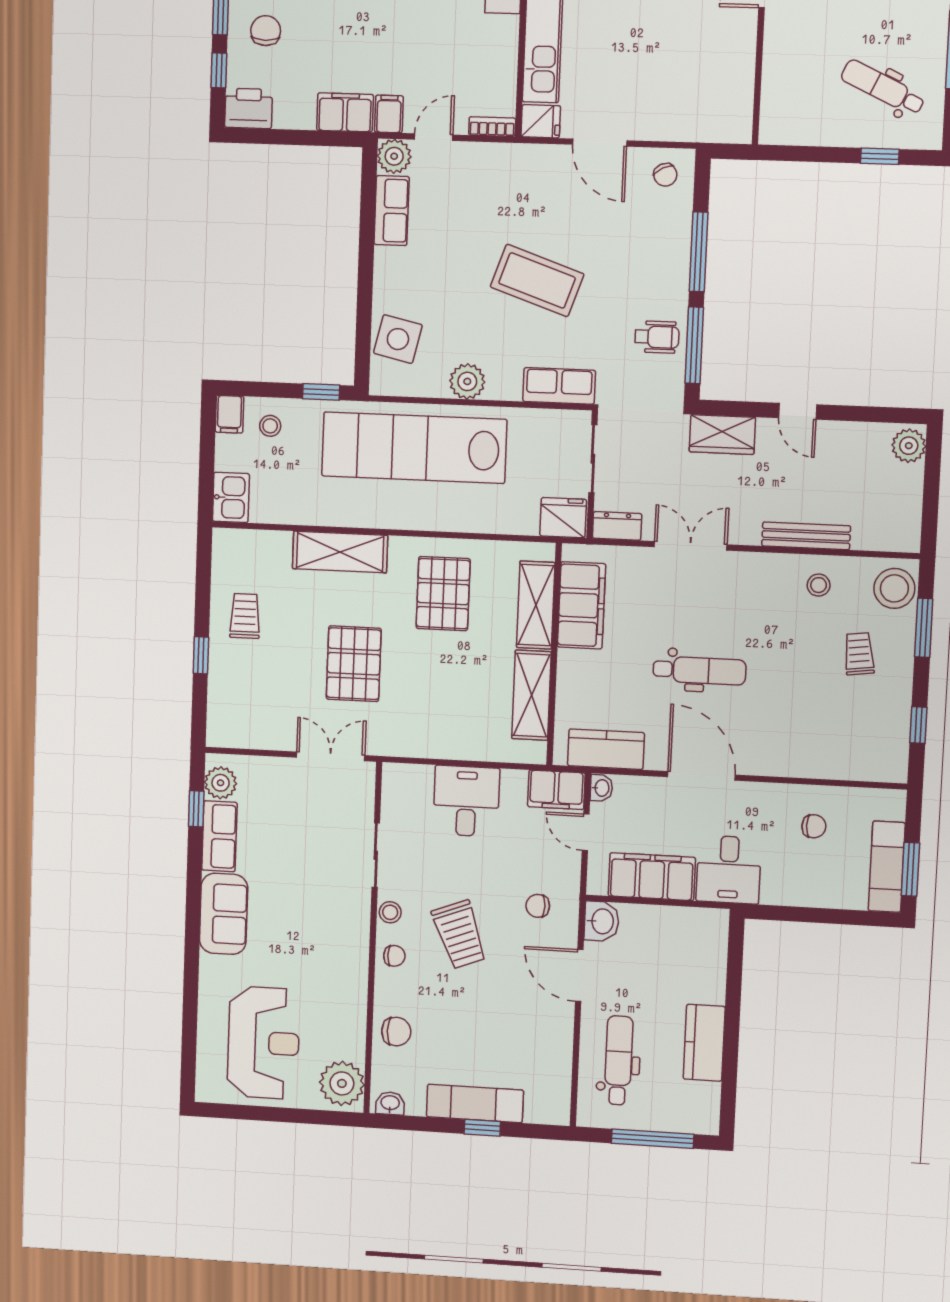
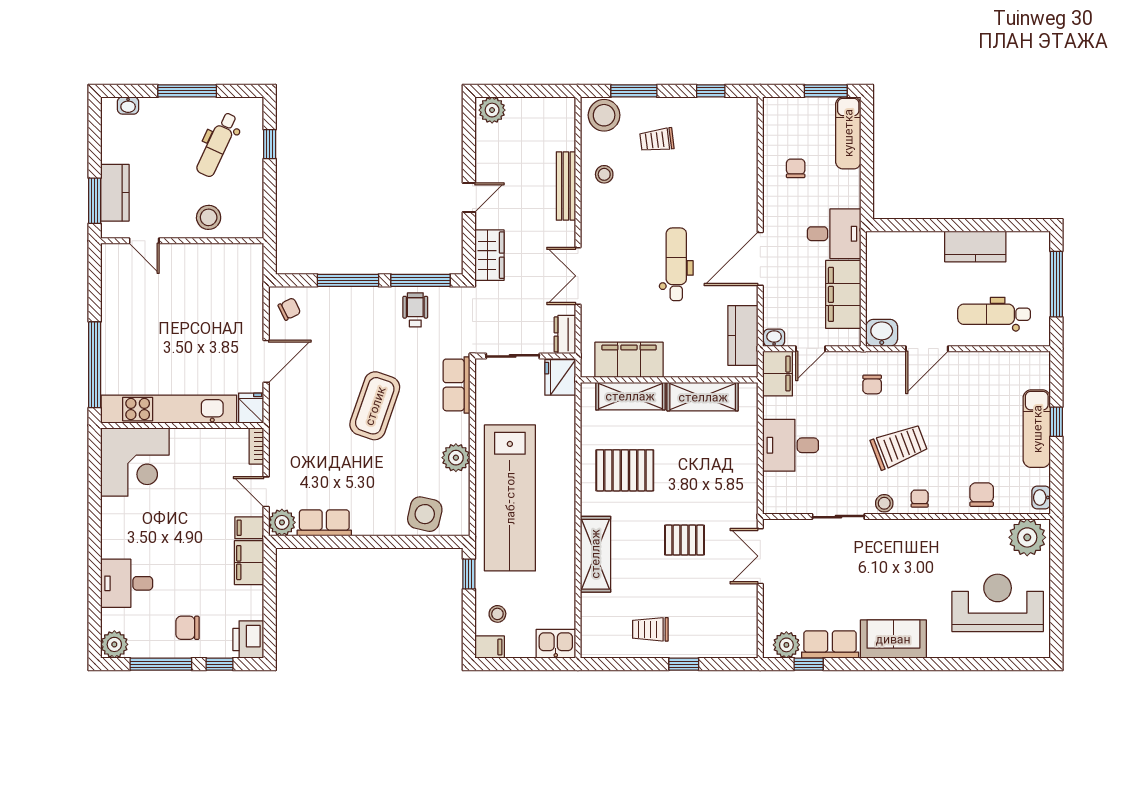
stool: (789, 73) -> (209, 217), added
pallet: (354, 664) -> (684, 540), width x0.67, depth x0.71
exam couch: (887, 867) -> (848, 133), moved, turned 90

